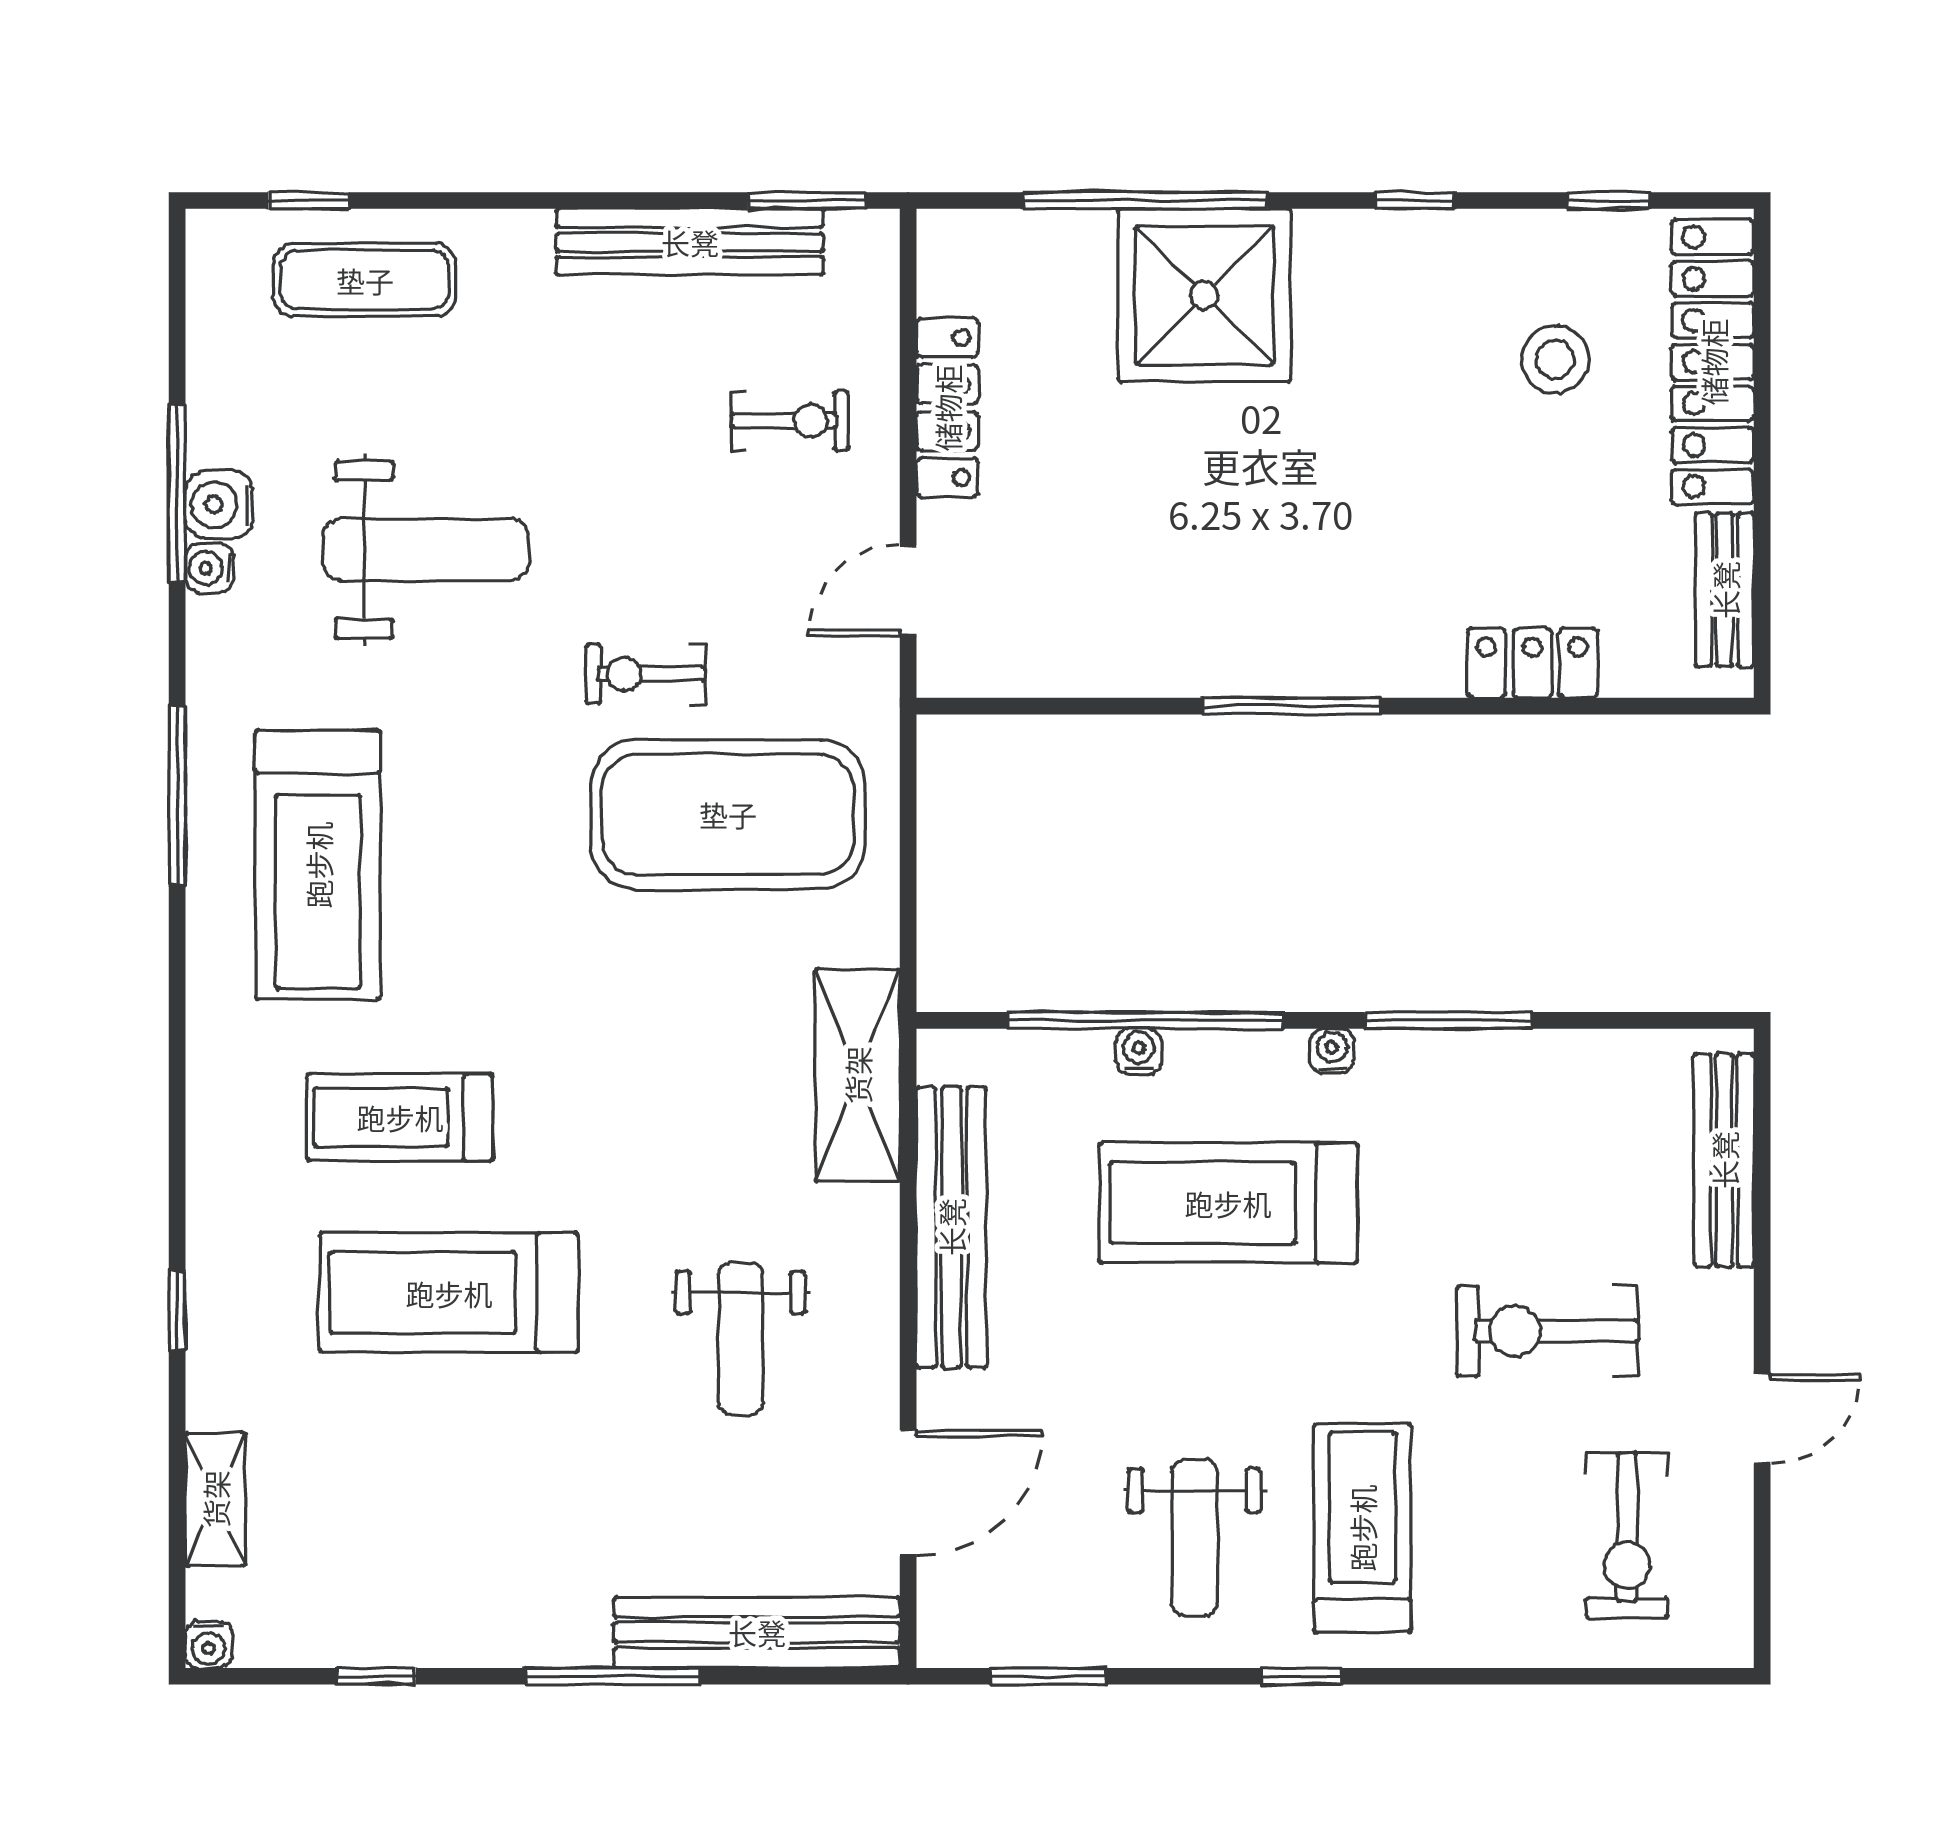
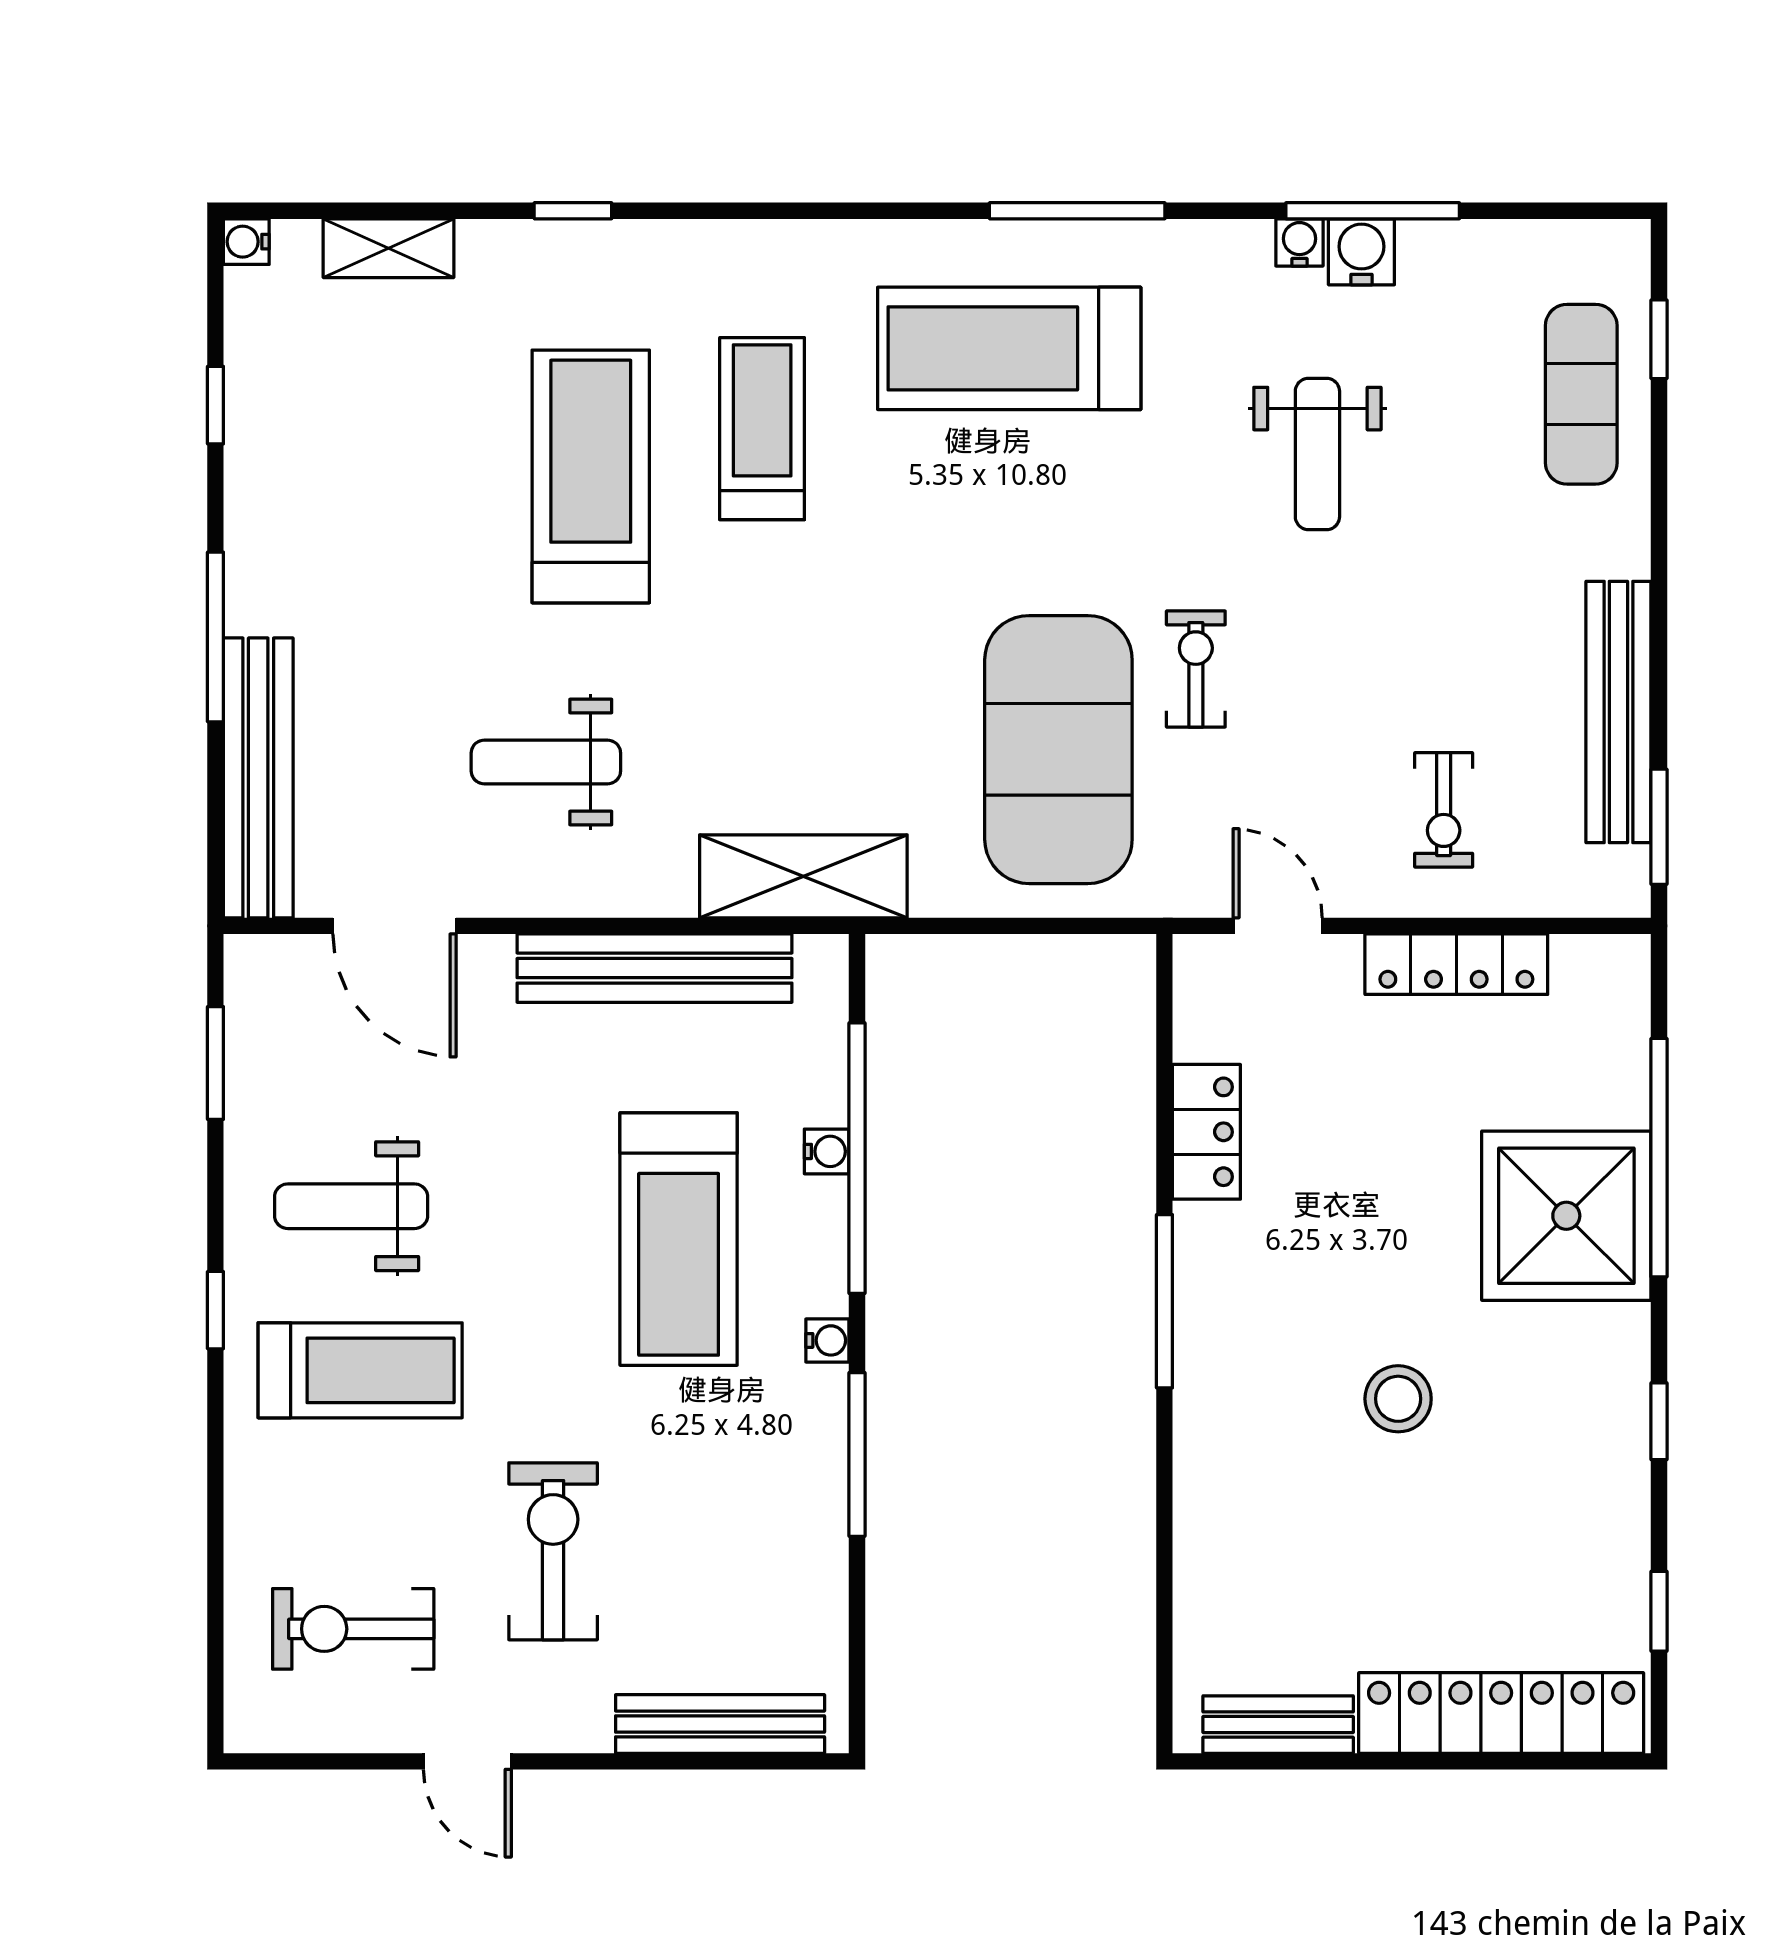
stool: (1555, 359) -> (1398, 1399), moved
weight bench: (426, 550) -> (1317, 454), width x0.73, depth x0.75
locker: (1532, 663) -> (1206, 1132), moved
treadmill: (1228, 1203) -> (679, 1239), turned 180

